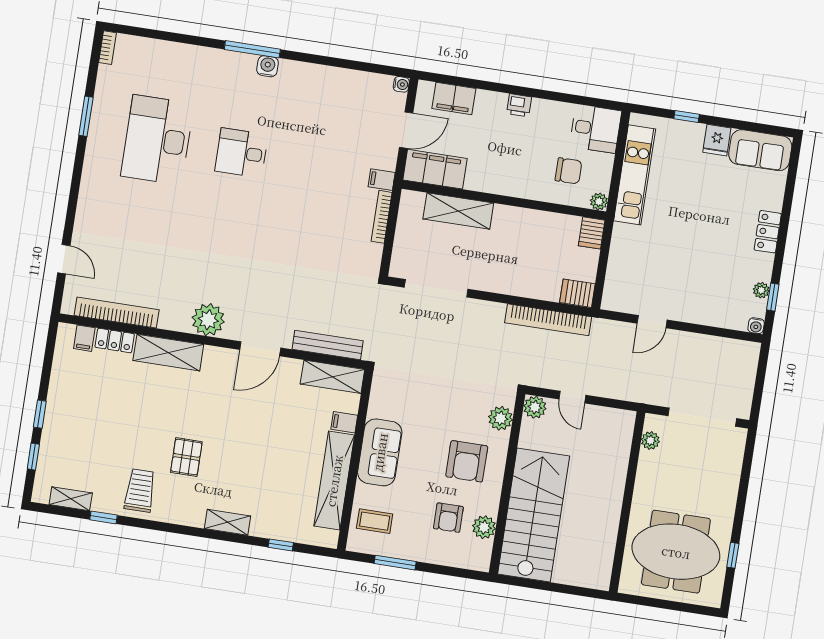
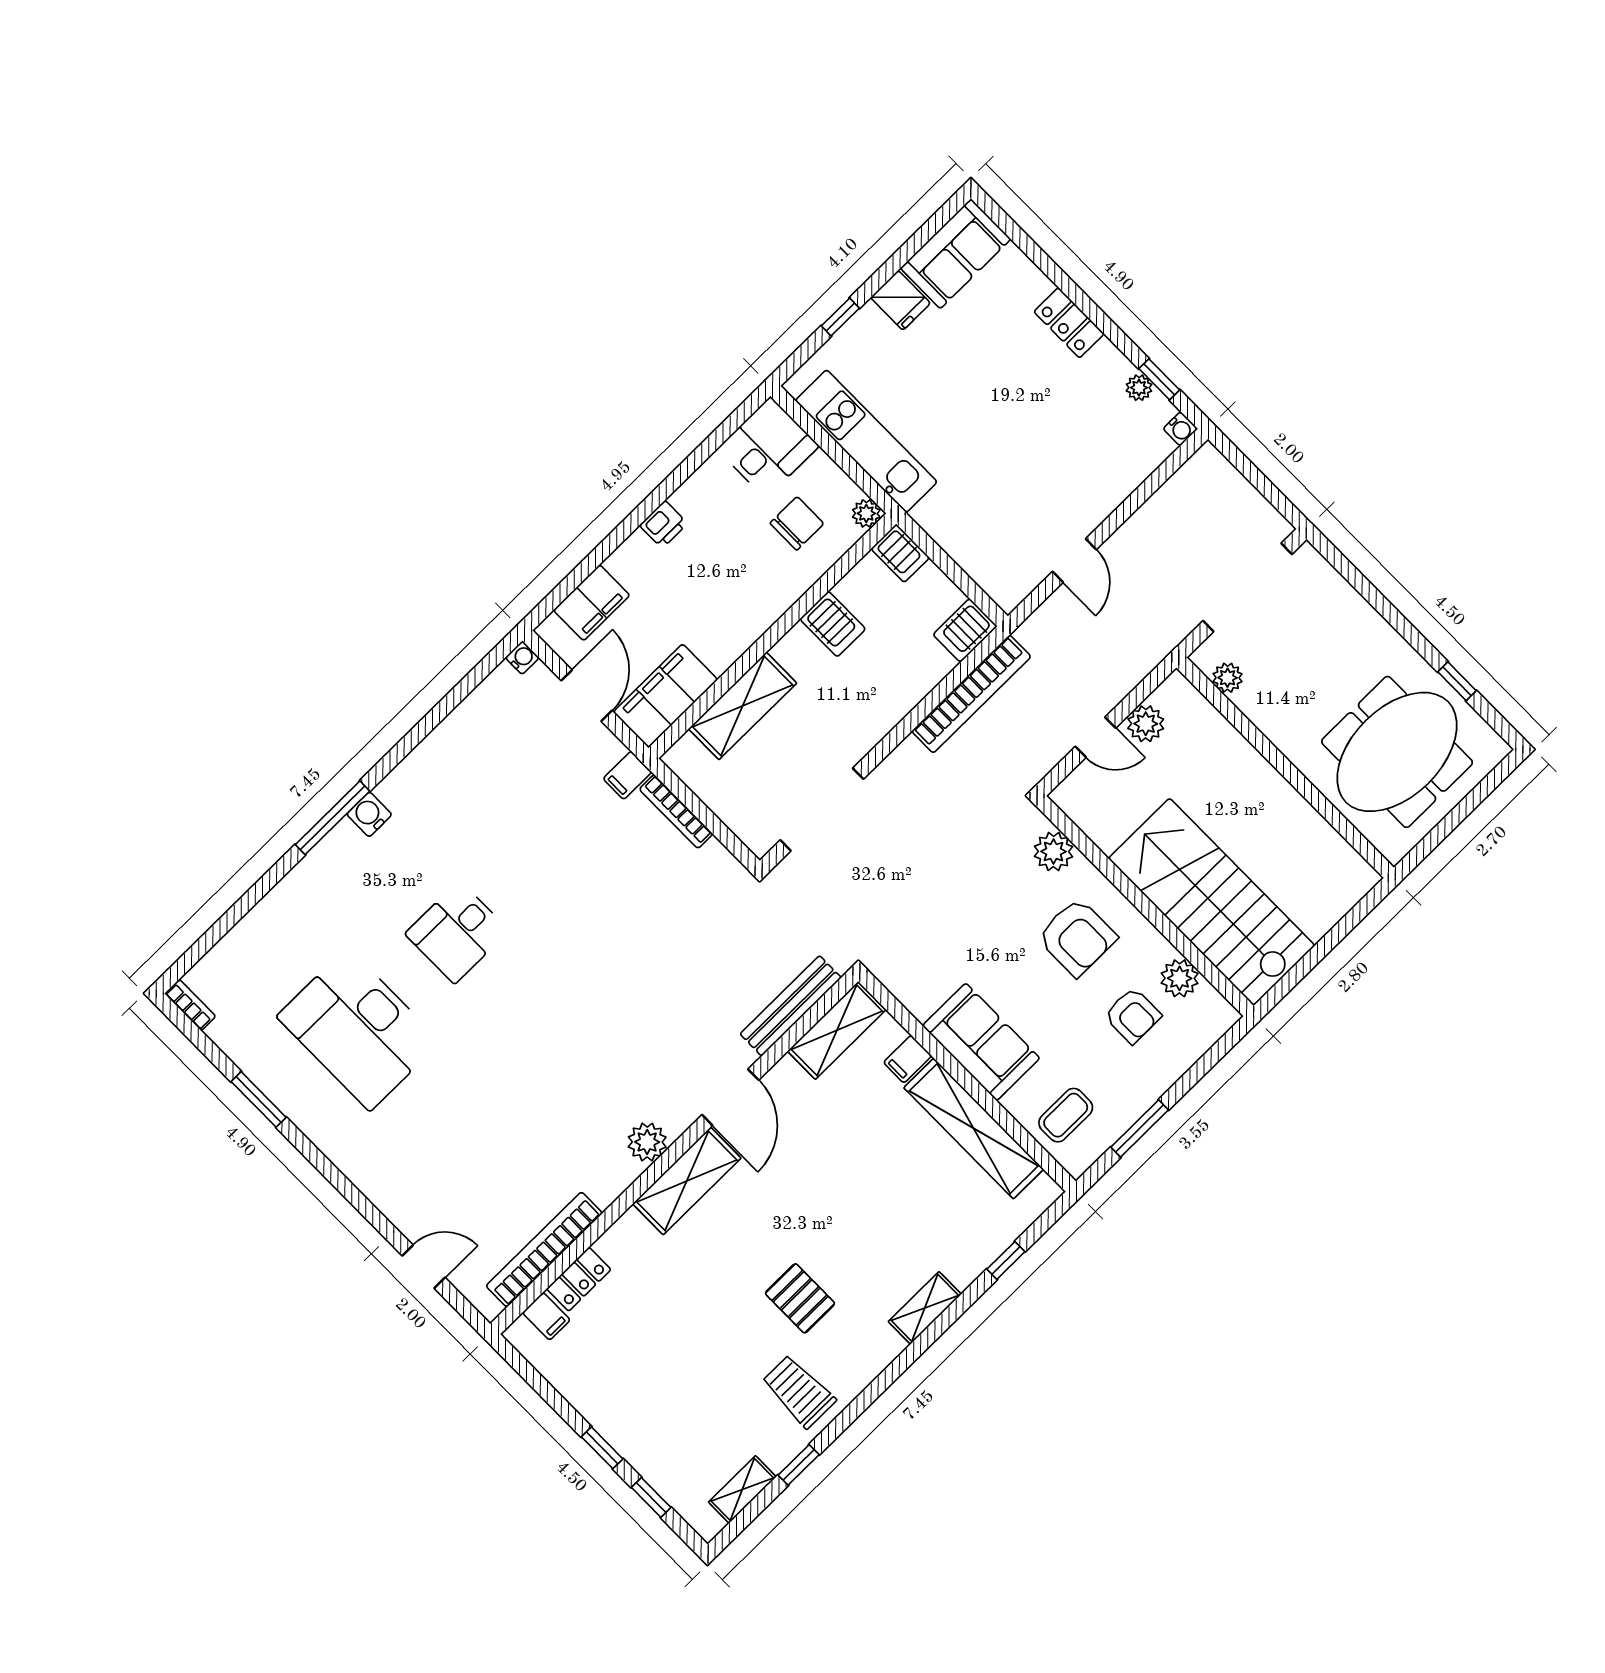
server rack: (532, 226) -> (833, 624), added
plant: (208, 320) -> (647, 1142), width x0.73, depth x0.73
shelving: (168, 353) -> (687, 1181), moved
plant: (535, 407) -> (1146, 724), moved

